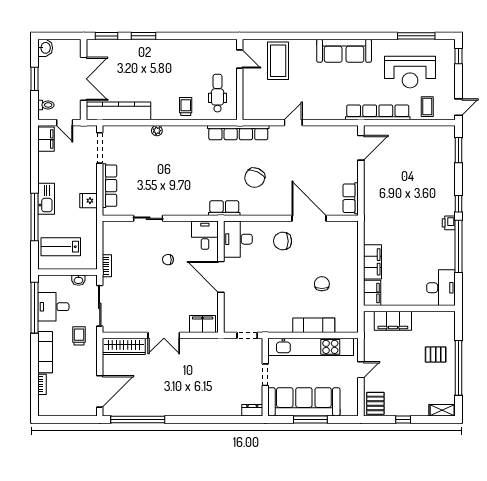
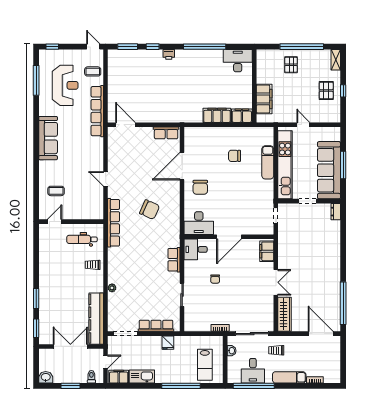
coffee table: (278, 61) -> (56, 191), width x0.54, depth x0.58
kitchen sink: (46, 199) -> (142, 377), moved
window: (458, 204) -> (153, 47), moved
row of seats: (224, 208) -> (174, 260), moved
printer: (449, 223) -> (169, 54), moved
pallet: (375, 403) -> (326, 91), moved, turned 90

